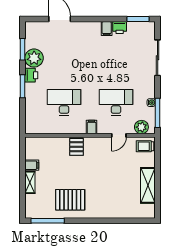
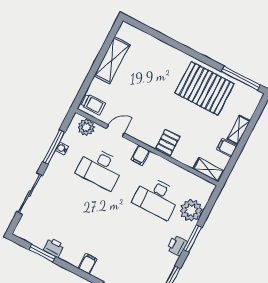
window: (138, 19) -> (42, 253), moved
filing cabinet: (107, 29) -> (88, 264), moved
plant: (34, 58) -> (191, 210), moved
window: (158, 113) -> (54, 147), moved
shelving: (37, 142) -> (209, 170), added
pallet: (70, 200) -> (205, 88), width x1.37, depth x1.41

